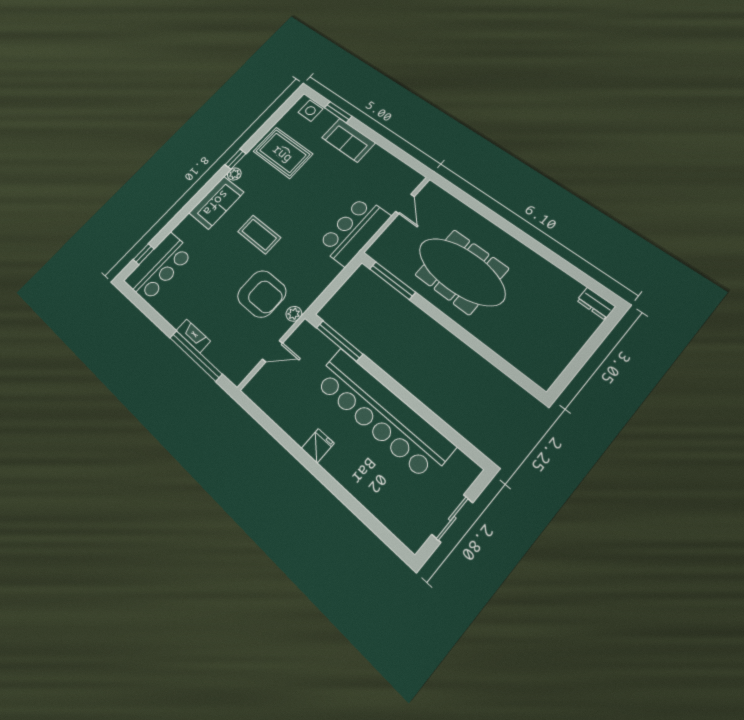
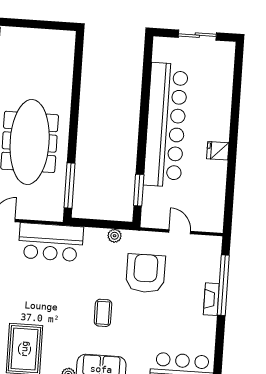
coffee table: (259, 235) -> (103, 313), width x0.73, depth x0.77
plant: (294, 314) -> (115, 236), moved
window: (339, 341) -> (139, 190), width x0.69

